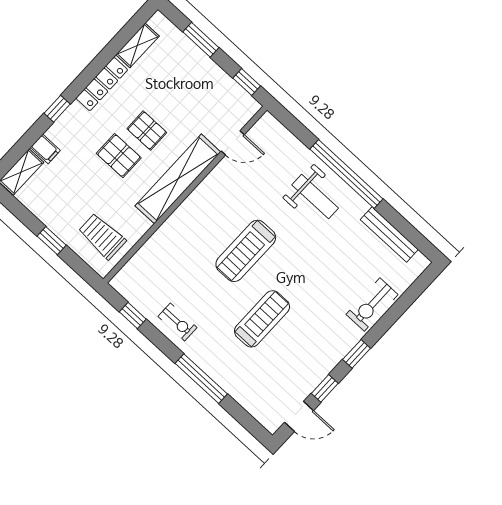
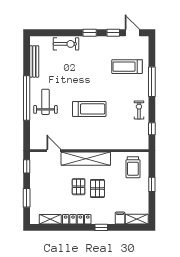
treadmill: (262, 319) -> (127, 67), moved

